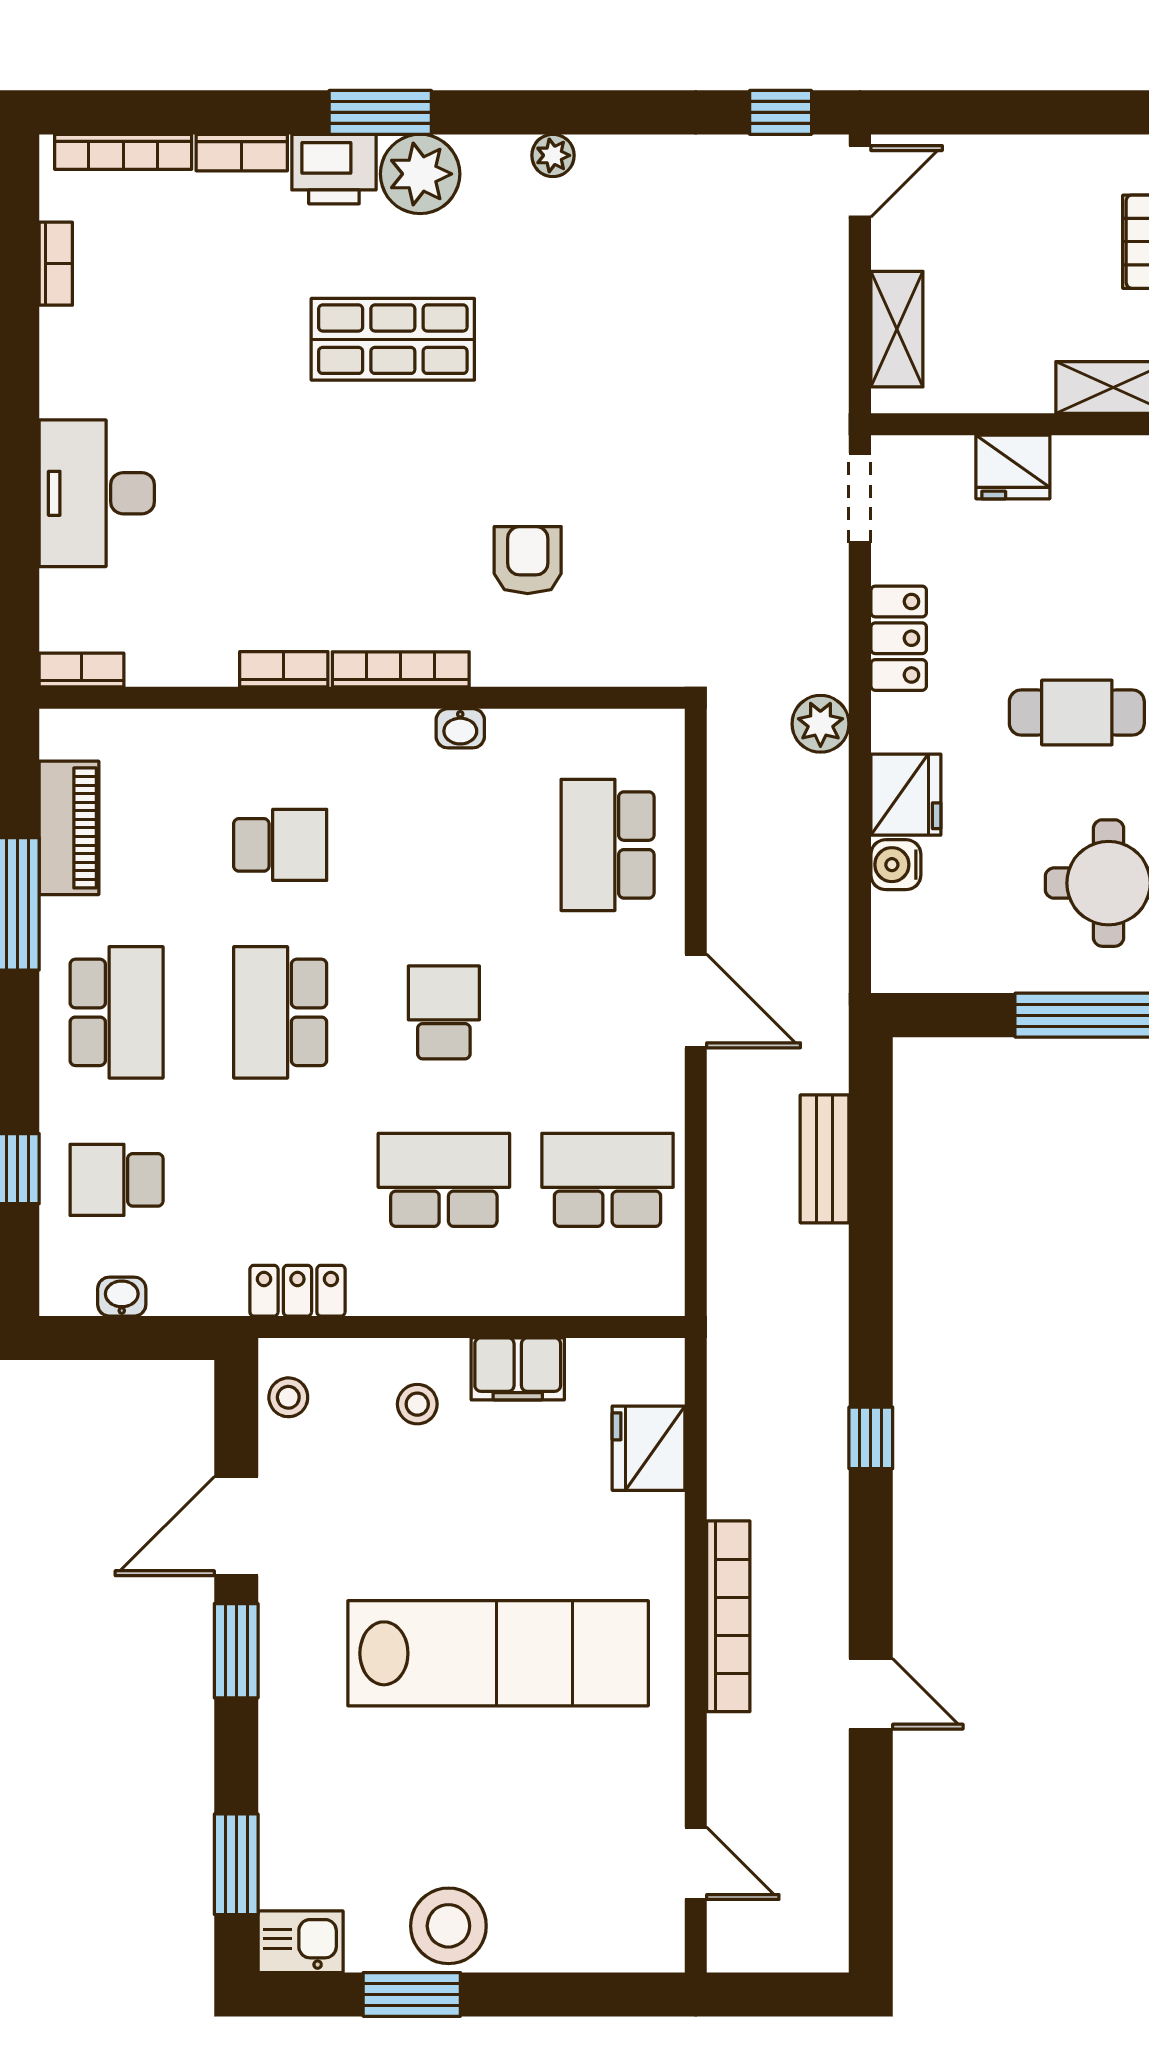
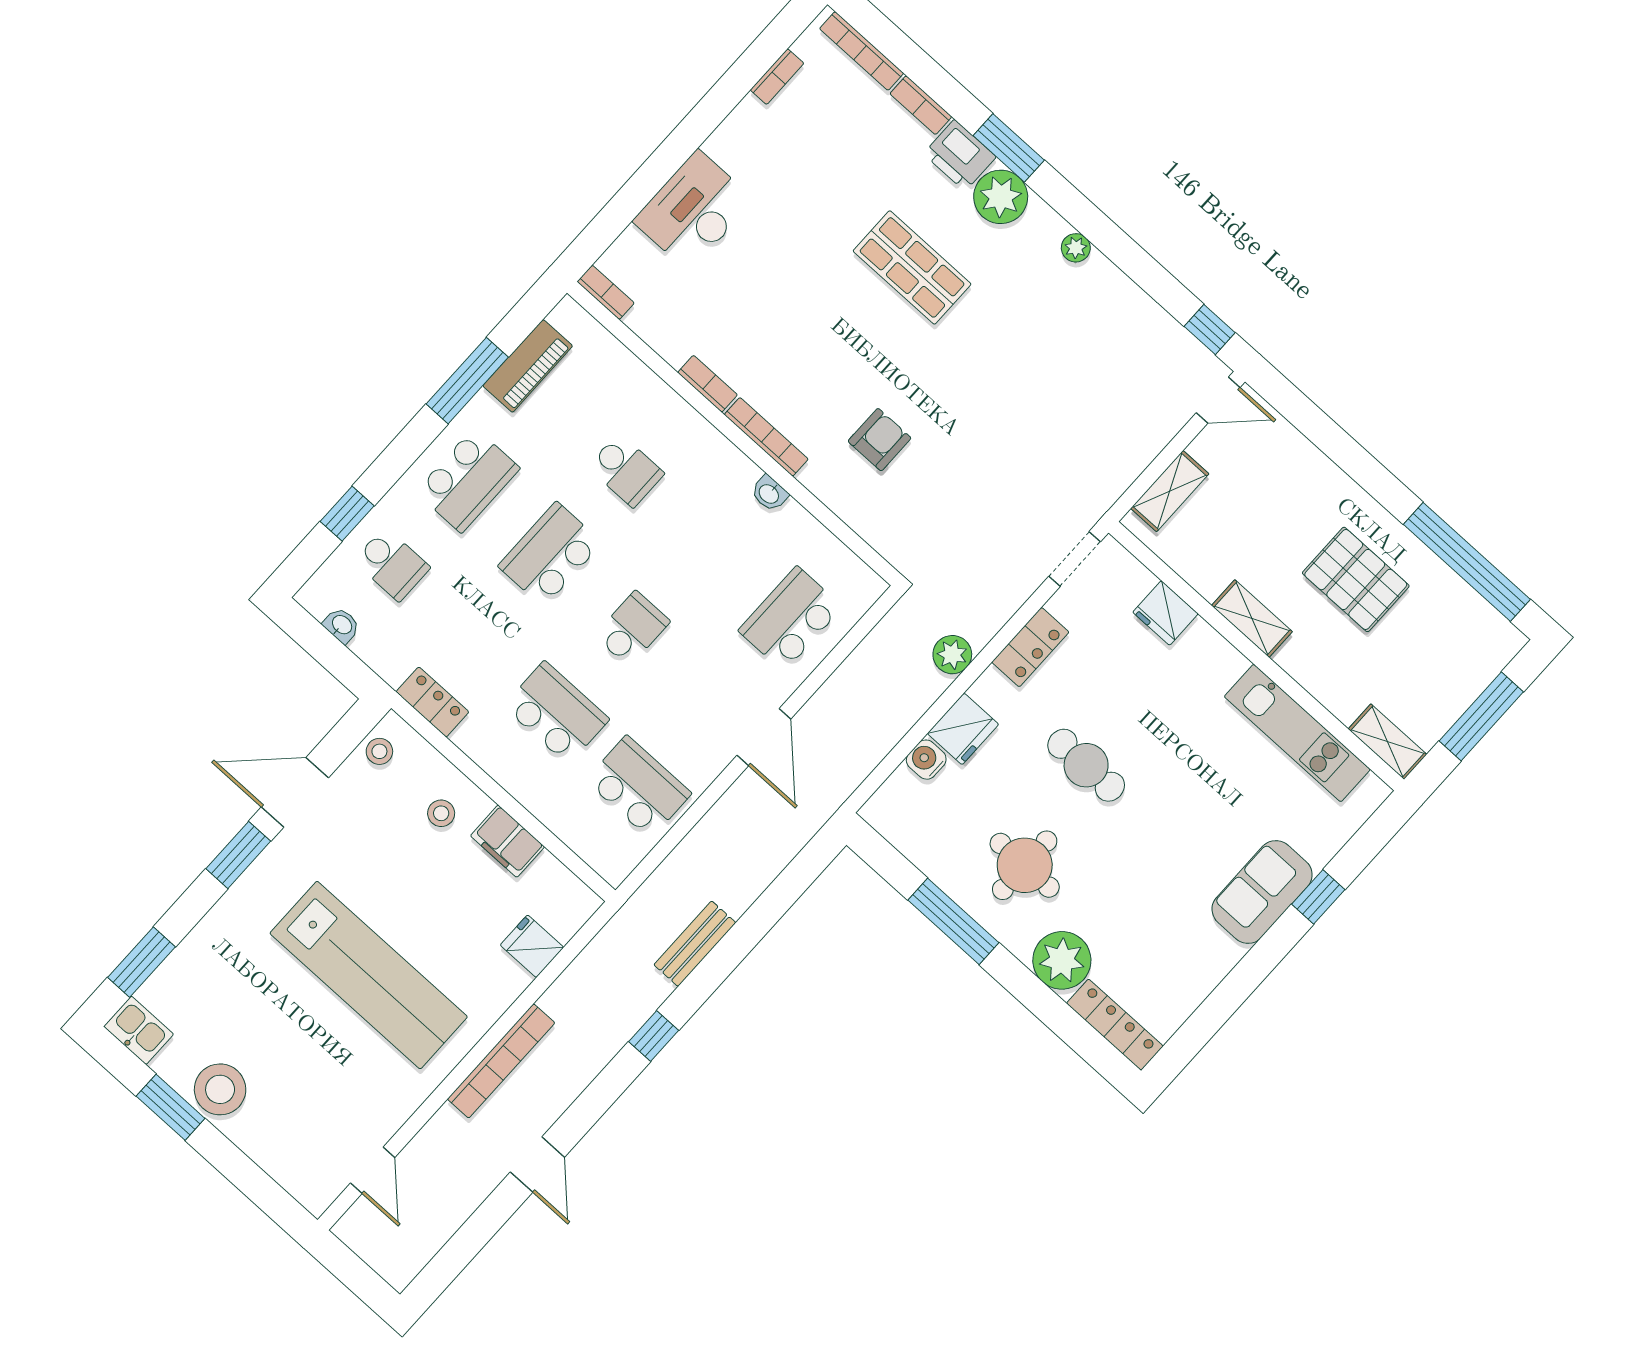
bench: (825, 1159) -> (695, 944), moved
school desk: (117, 1180) -> (392, 564), turned 180
fridge: (649, 1448) -> (532, 946), width x0.72

